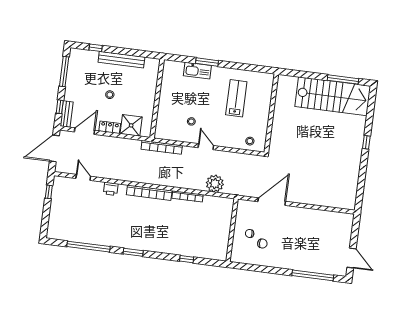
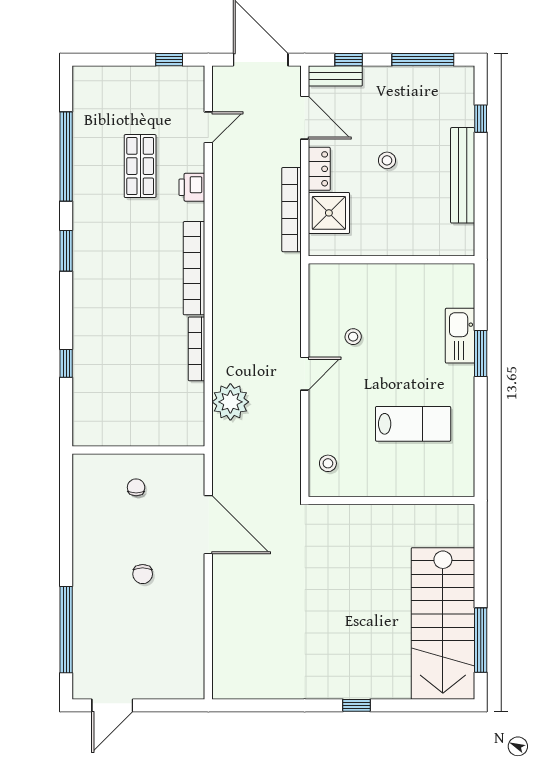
bookcase: (162, 147) -> (291, 210), moved
shop shelf: (97, 212) -> (140, 166), added
chair: (262, 243) -> (143, 574), moved

